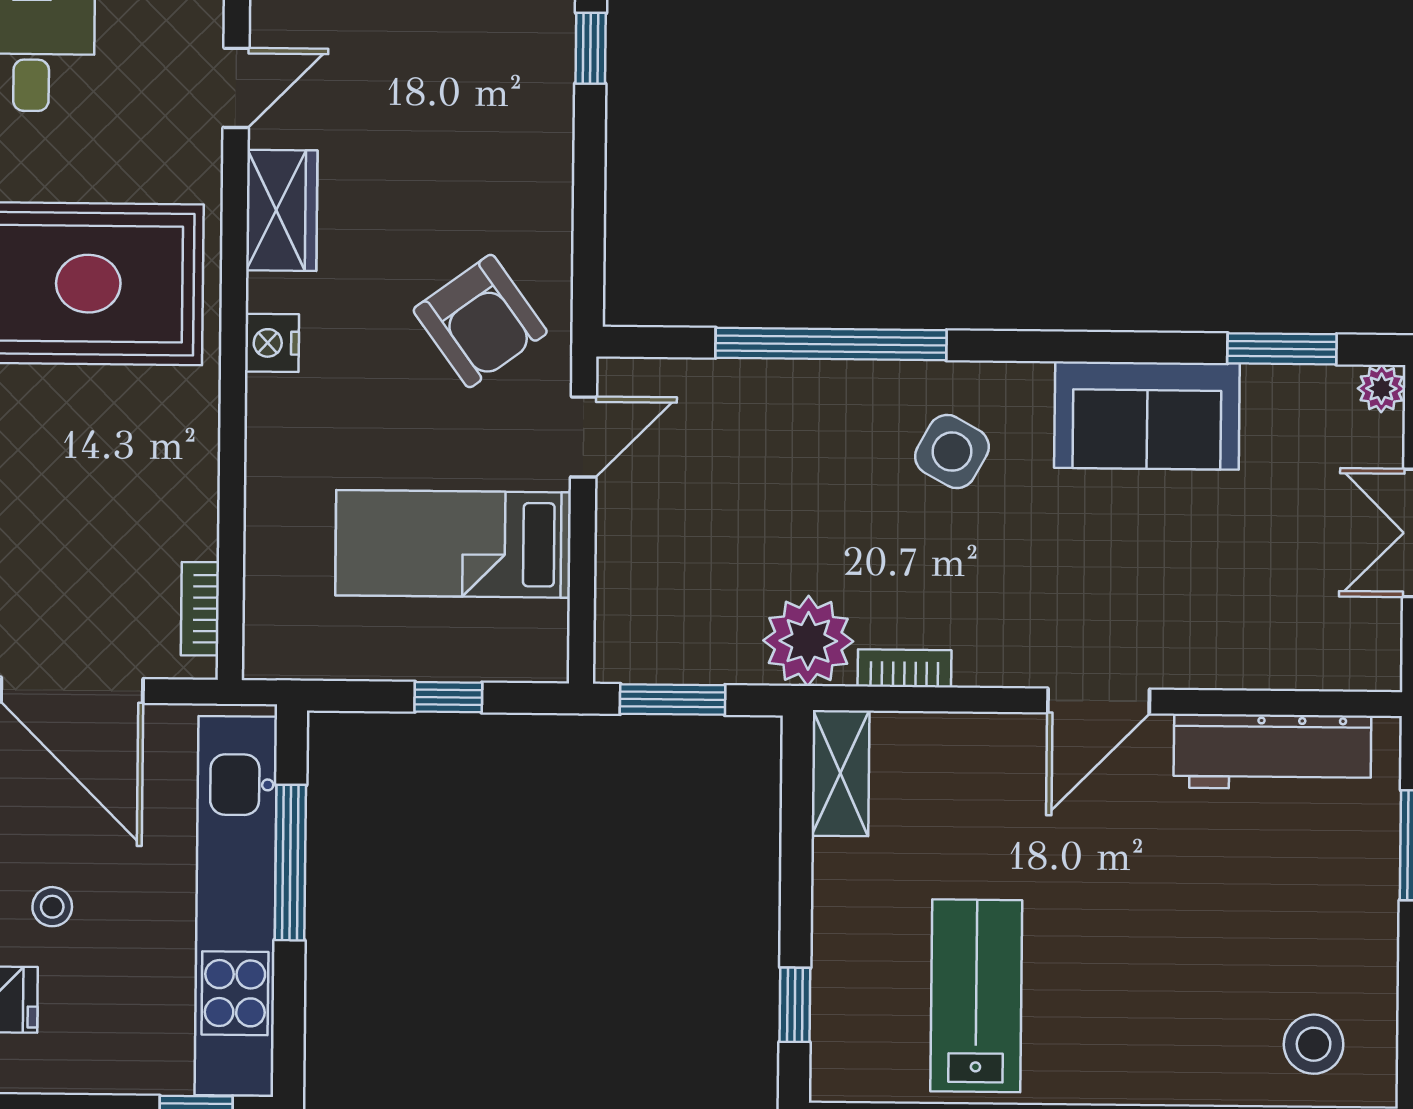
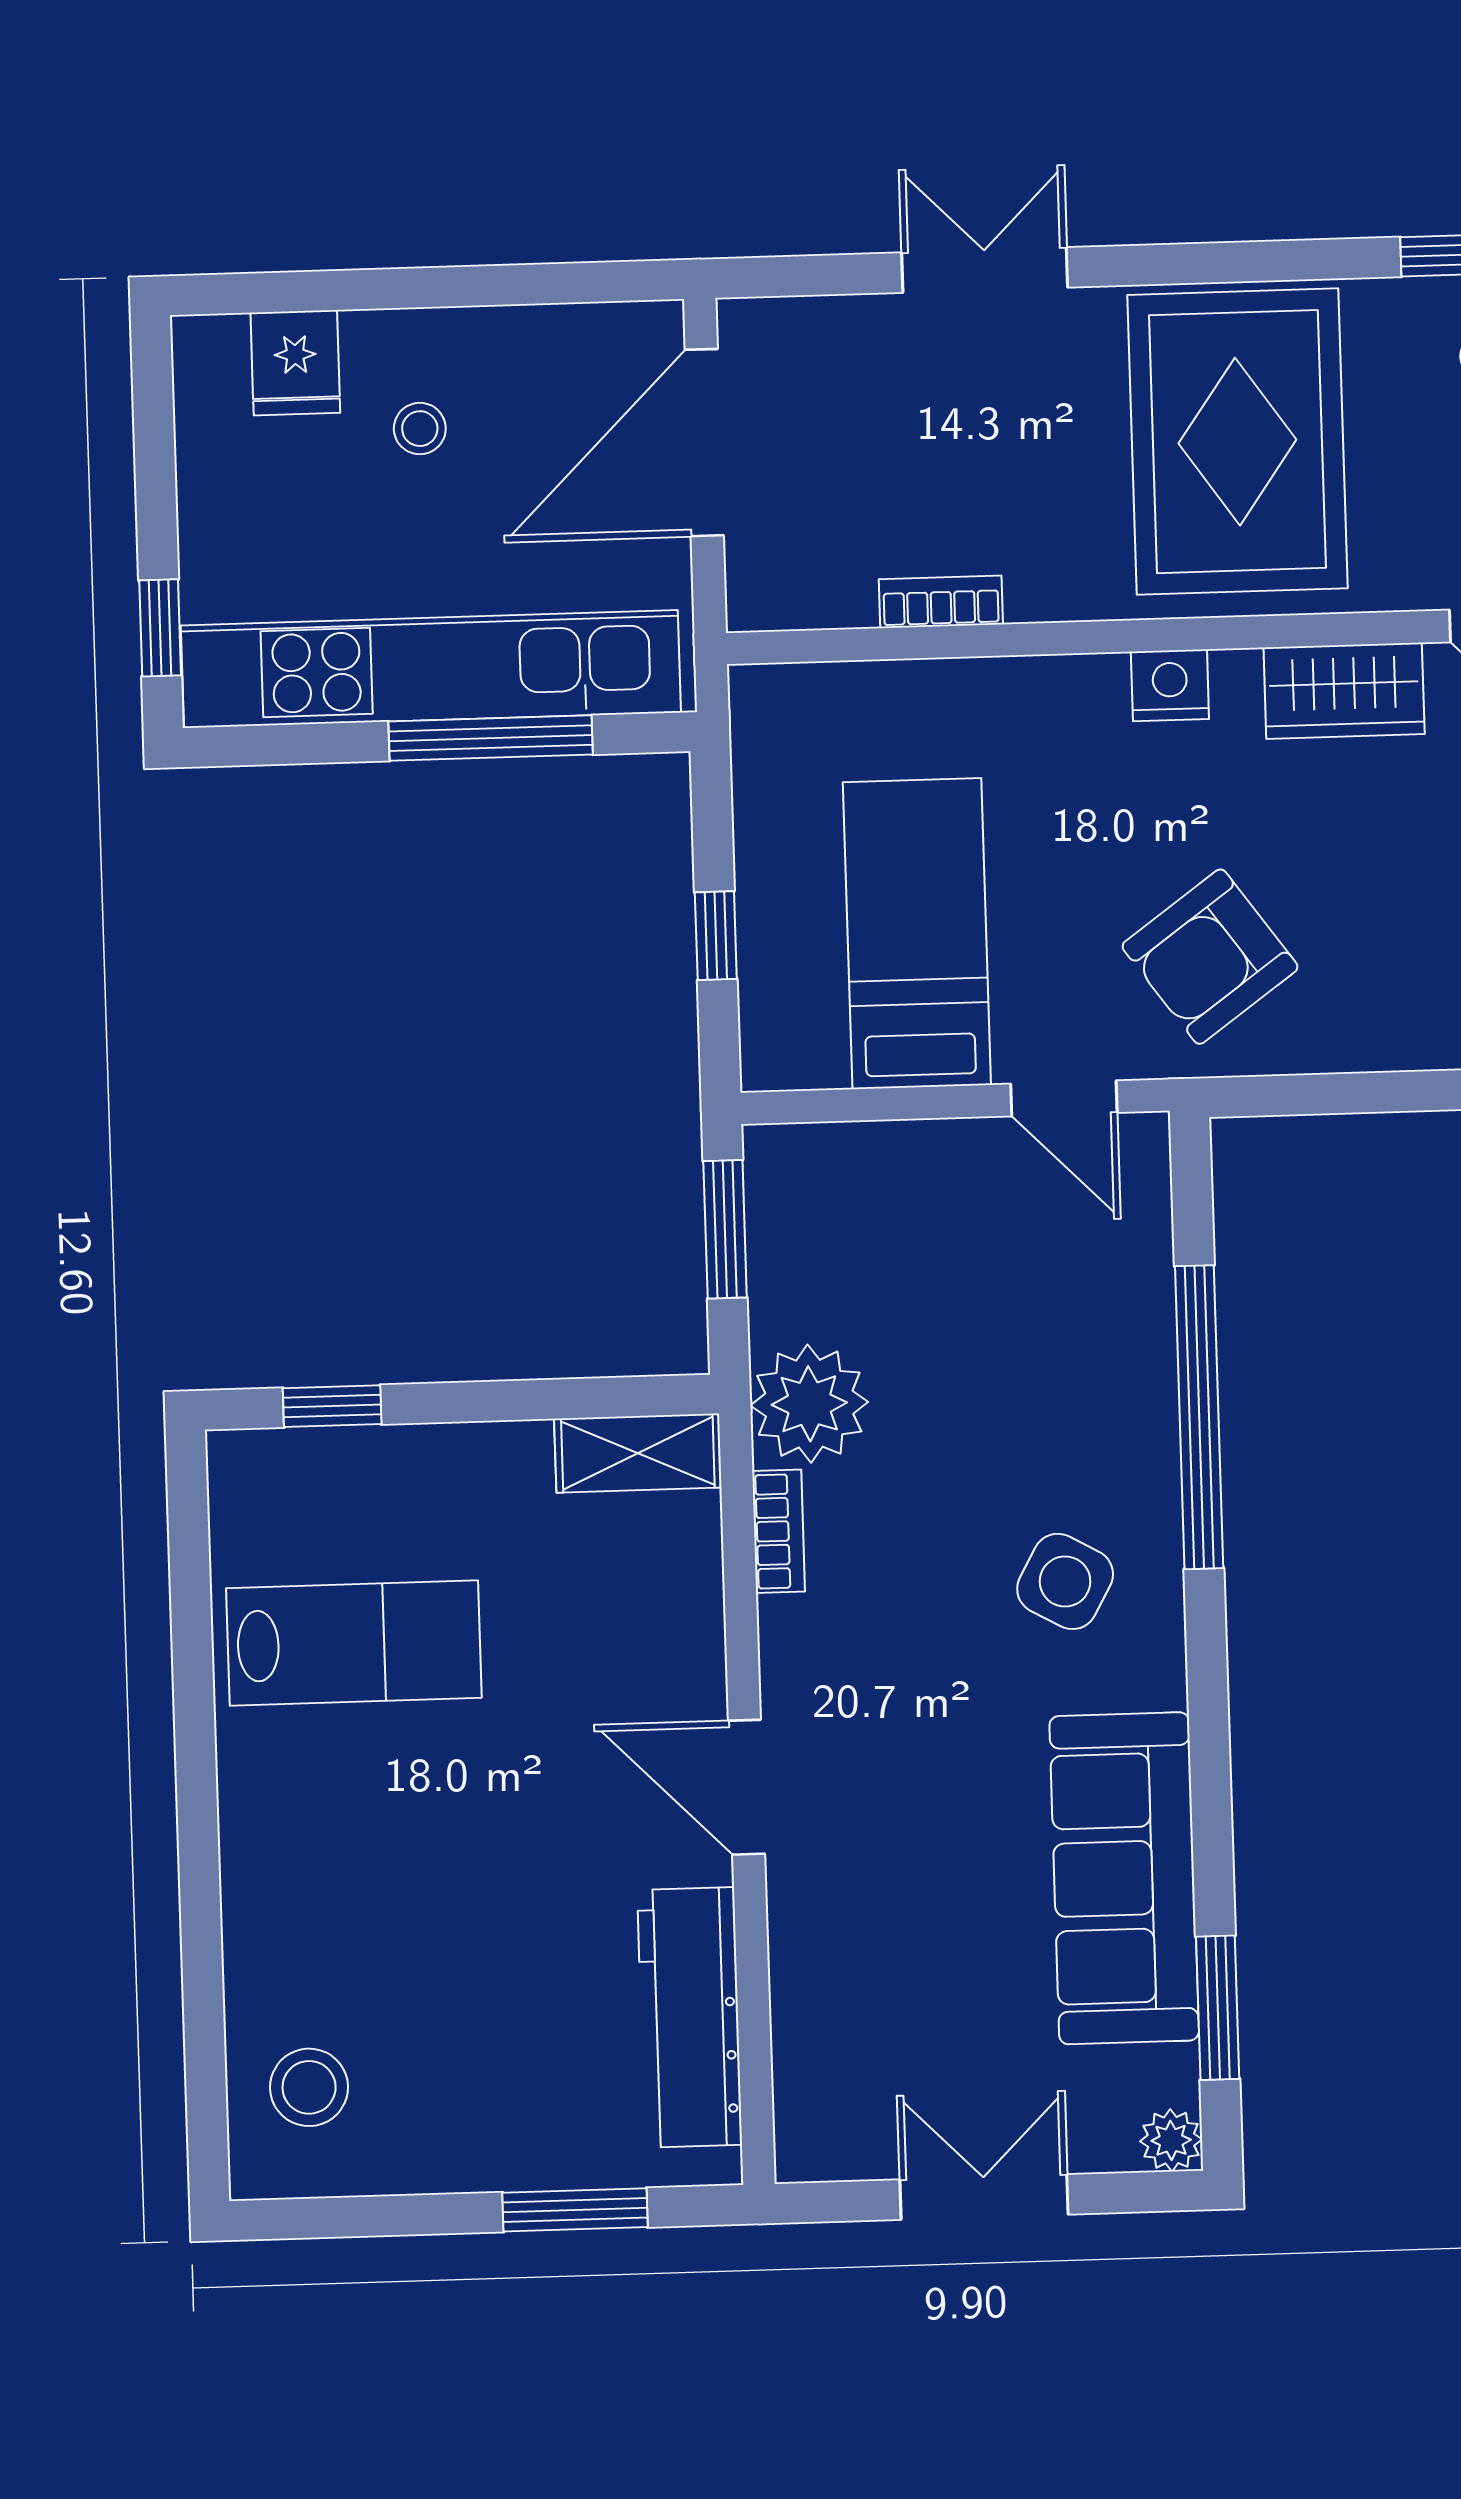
sofa: (1147, 416) -> (1124, 1878), width x1.36
bookcase: (200, 609) -> (941, 602), moved

